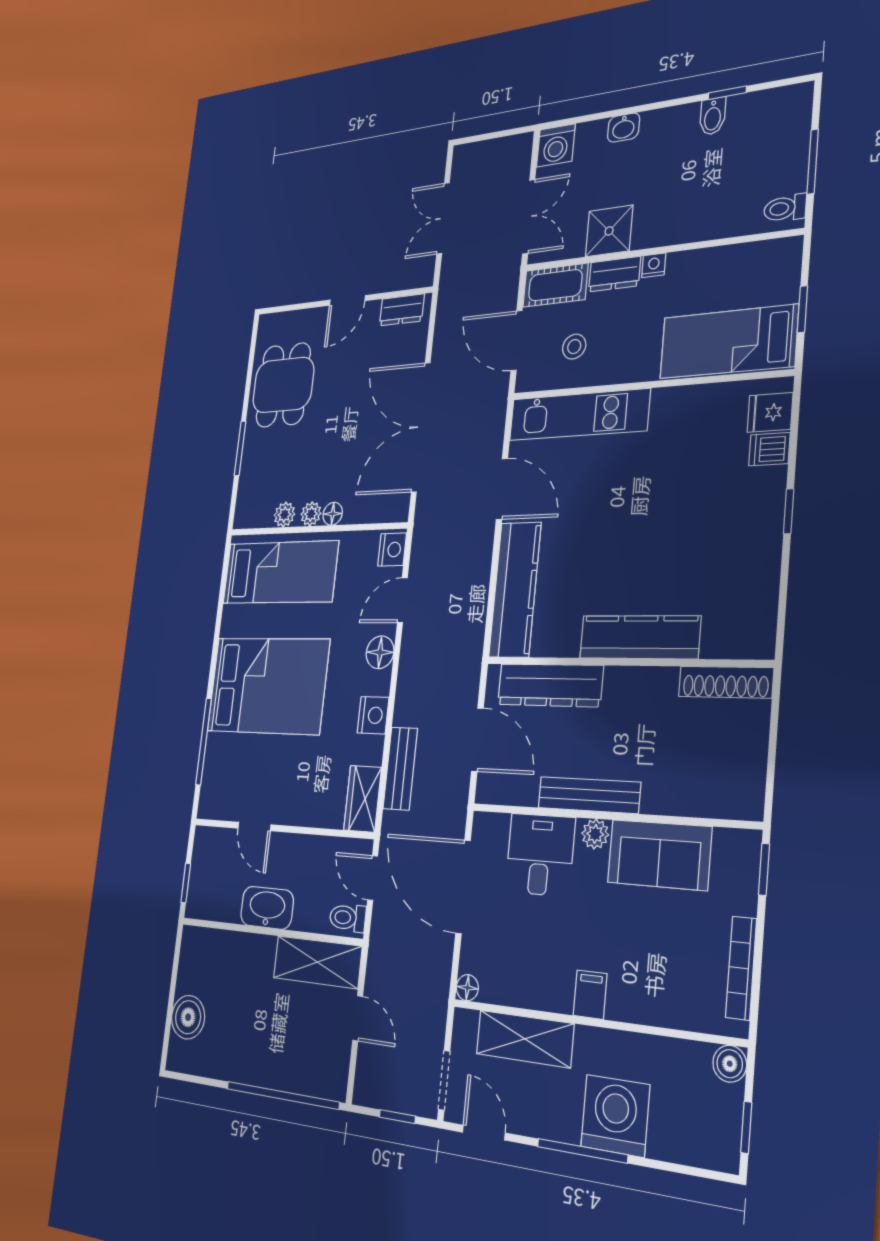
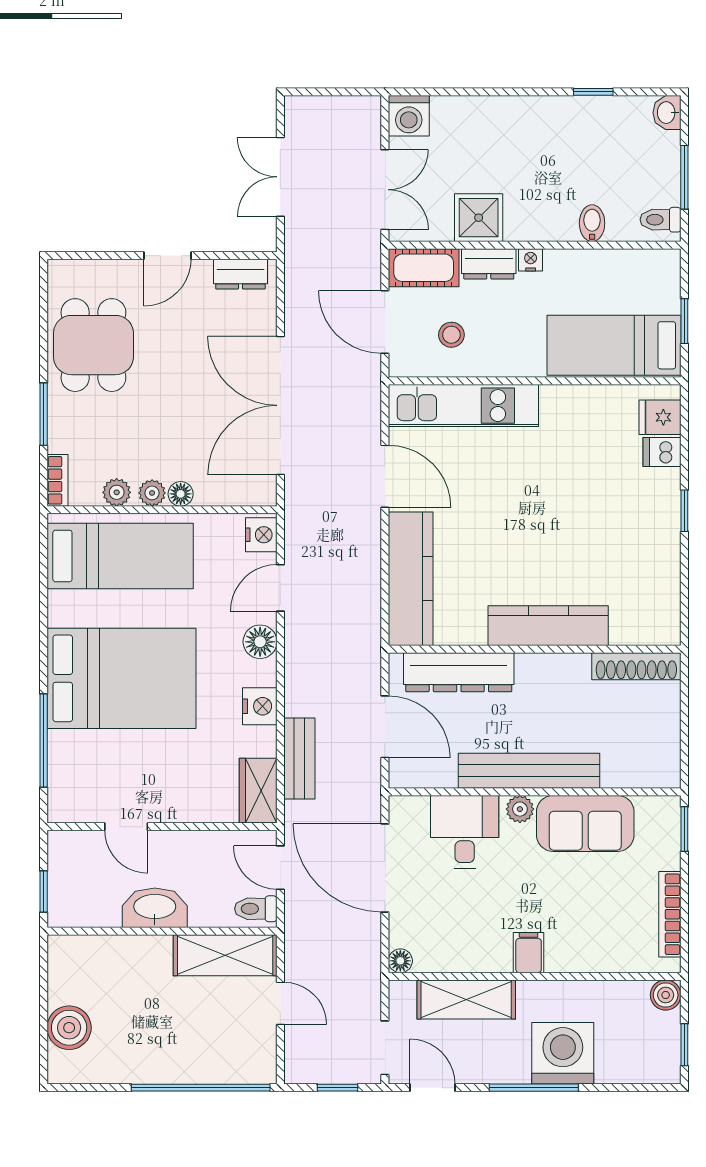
bidet: (713, 116) -> (592, 223), moved, turned 180
washbasin: (624, 128) -> (667, 113), moved, turned 90
bookcase: (243, 506) -> (58, 480), added
bench: (589, 795) -> (529, 771), width x1.37, depth x1.21

